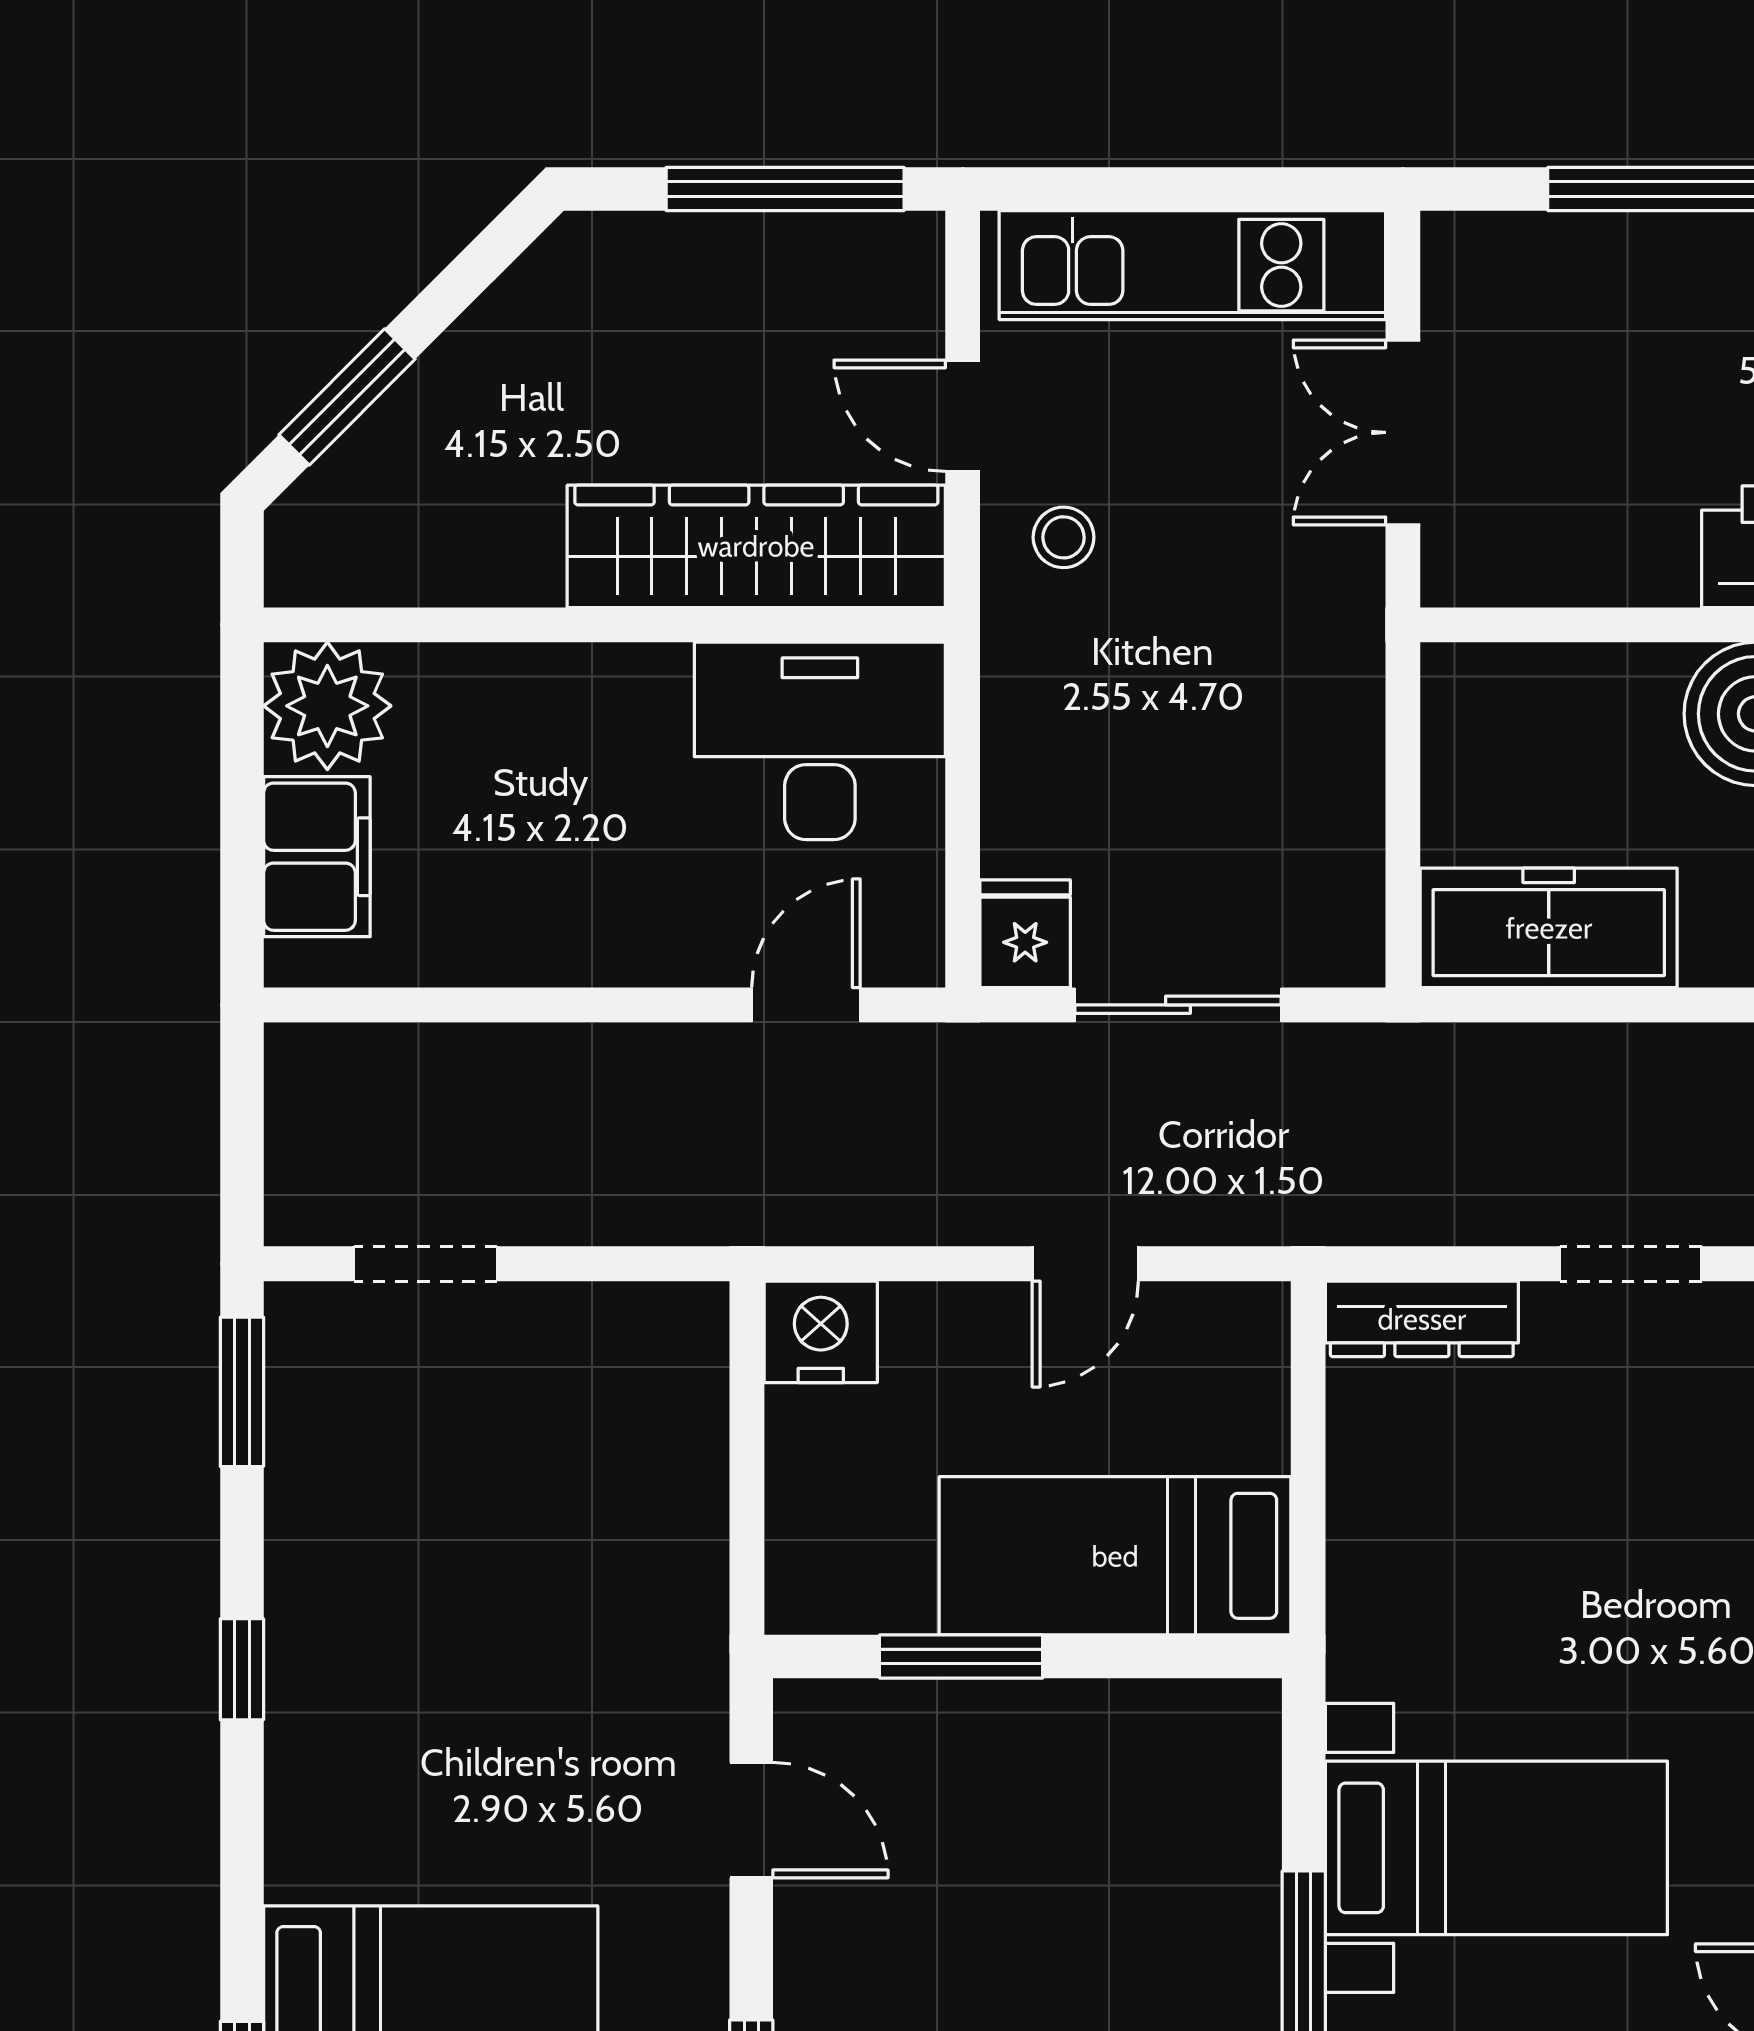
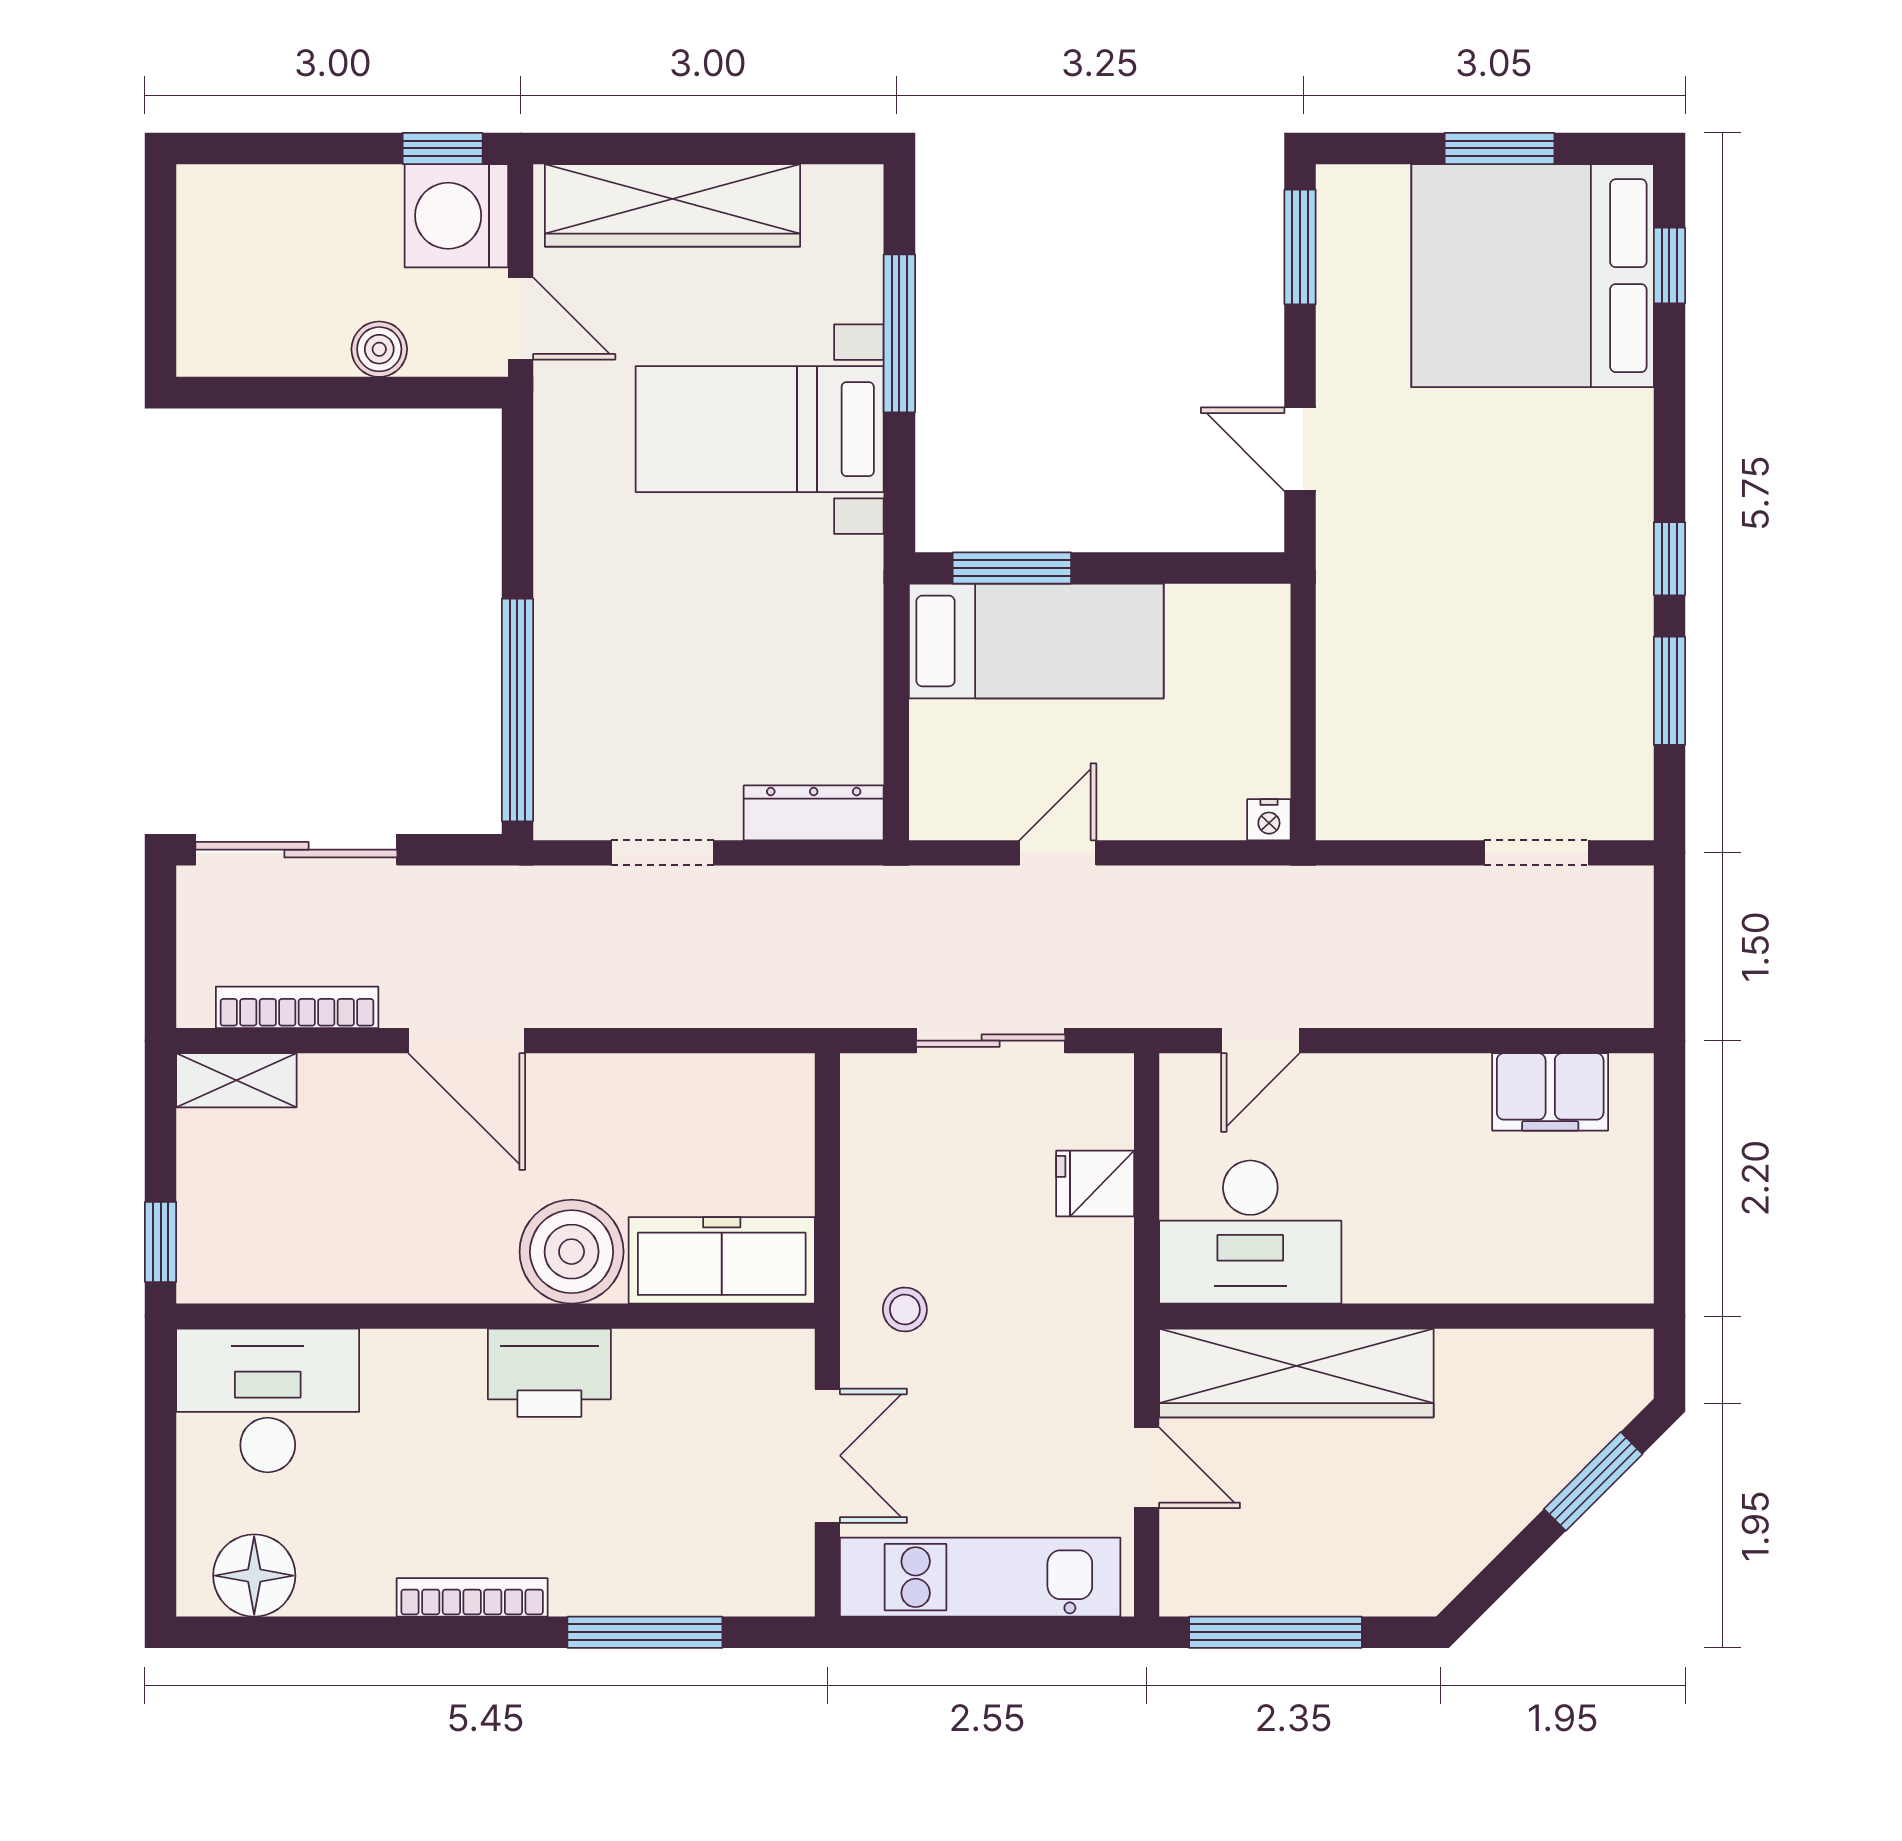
stool: (1064, 537) -> (905, 1309), moved
plant: (327, 706) -> (1608, 1257), removed
filing cabinet: (317, 857) -> (1550, 1092), moved, turned -90
freezer: (1549, 928) -> (722, 1260), moved, turned 180
fridge: (1025, 934) -> (1095, 1184), moved, turned 90
nightstand: (821, 1332) -> (1269, 820), width x0.53, depth x0.56
window: (242, 1392) -> (1669, 691), moved
window: (961, 1657) -> (1012, 568), moved

